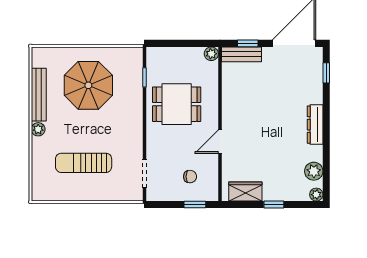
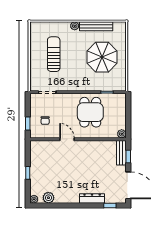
dresser: (315, 125) -> (92, 199), moved
wardrobe: (245, 191) -> (36, 155), removed

